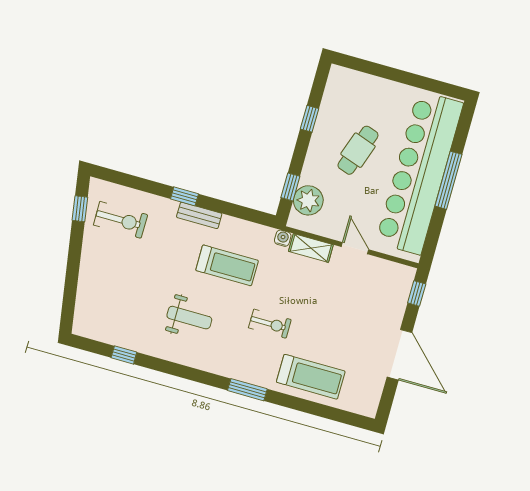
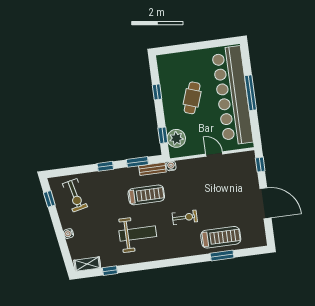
window: (235, 211) -> (137, 162), added
bench: (199, 215) -> (152, 169), moved
exercise bike: (121, 220) -> (75, 195), turned 77
shelving: (311, 248) -> (87, 264), moved
water cooler: (86, 273) -> (68, 234), added
weight bench: (189, 318) -> (138, 234), width x1.36, depth x1.33
window: (247, 390) -> (222, 255), moved

